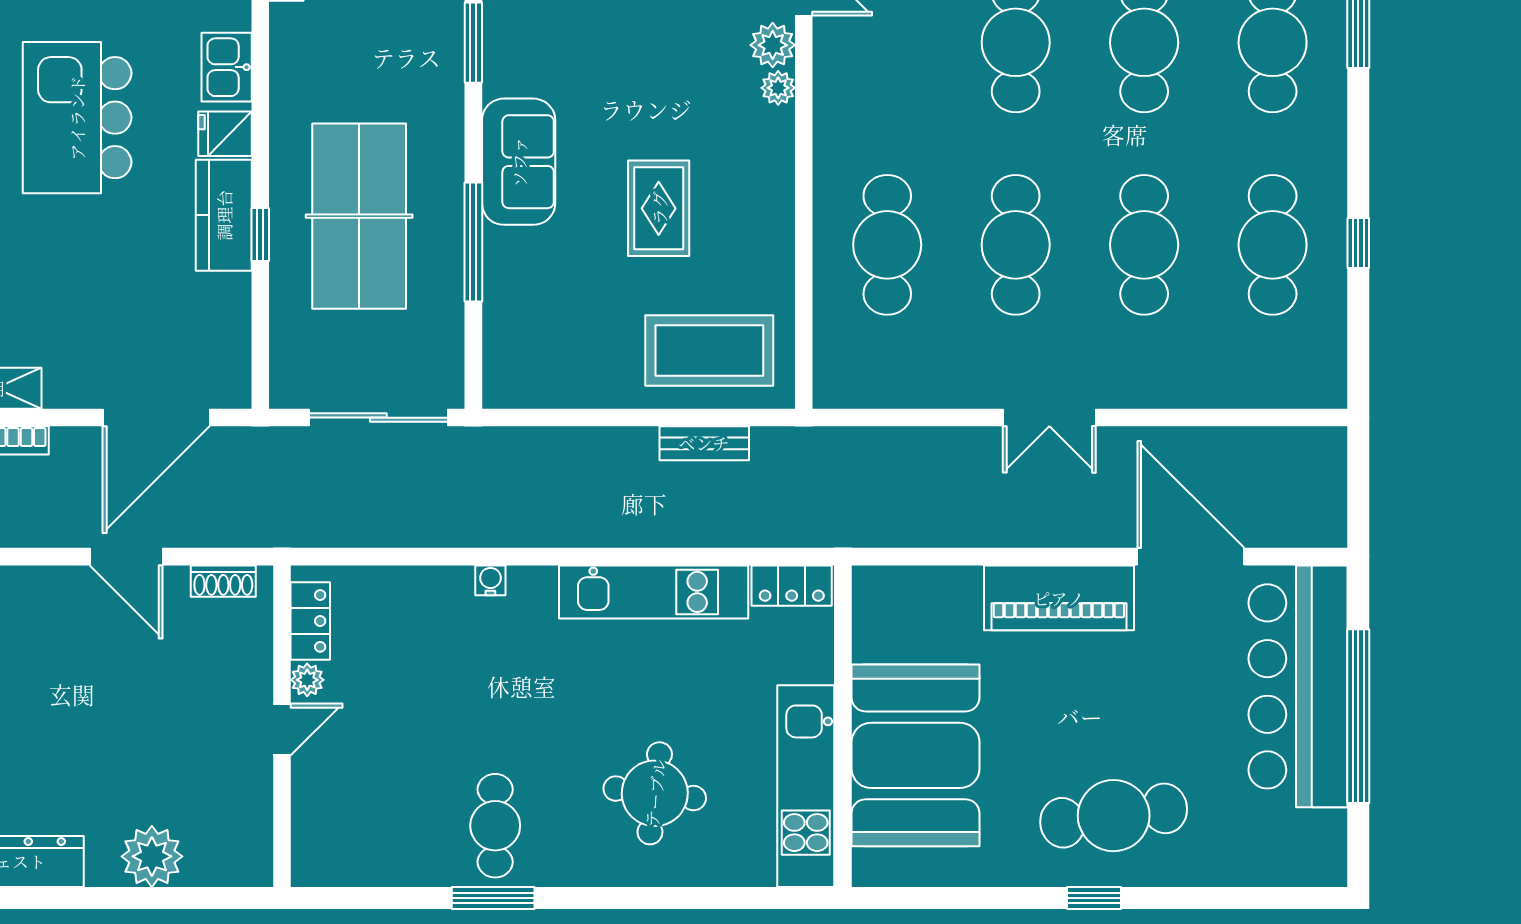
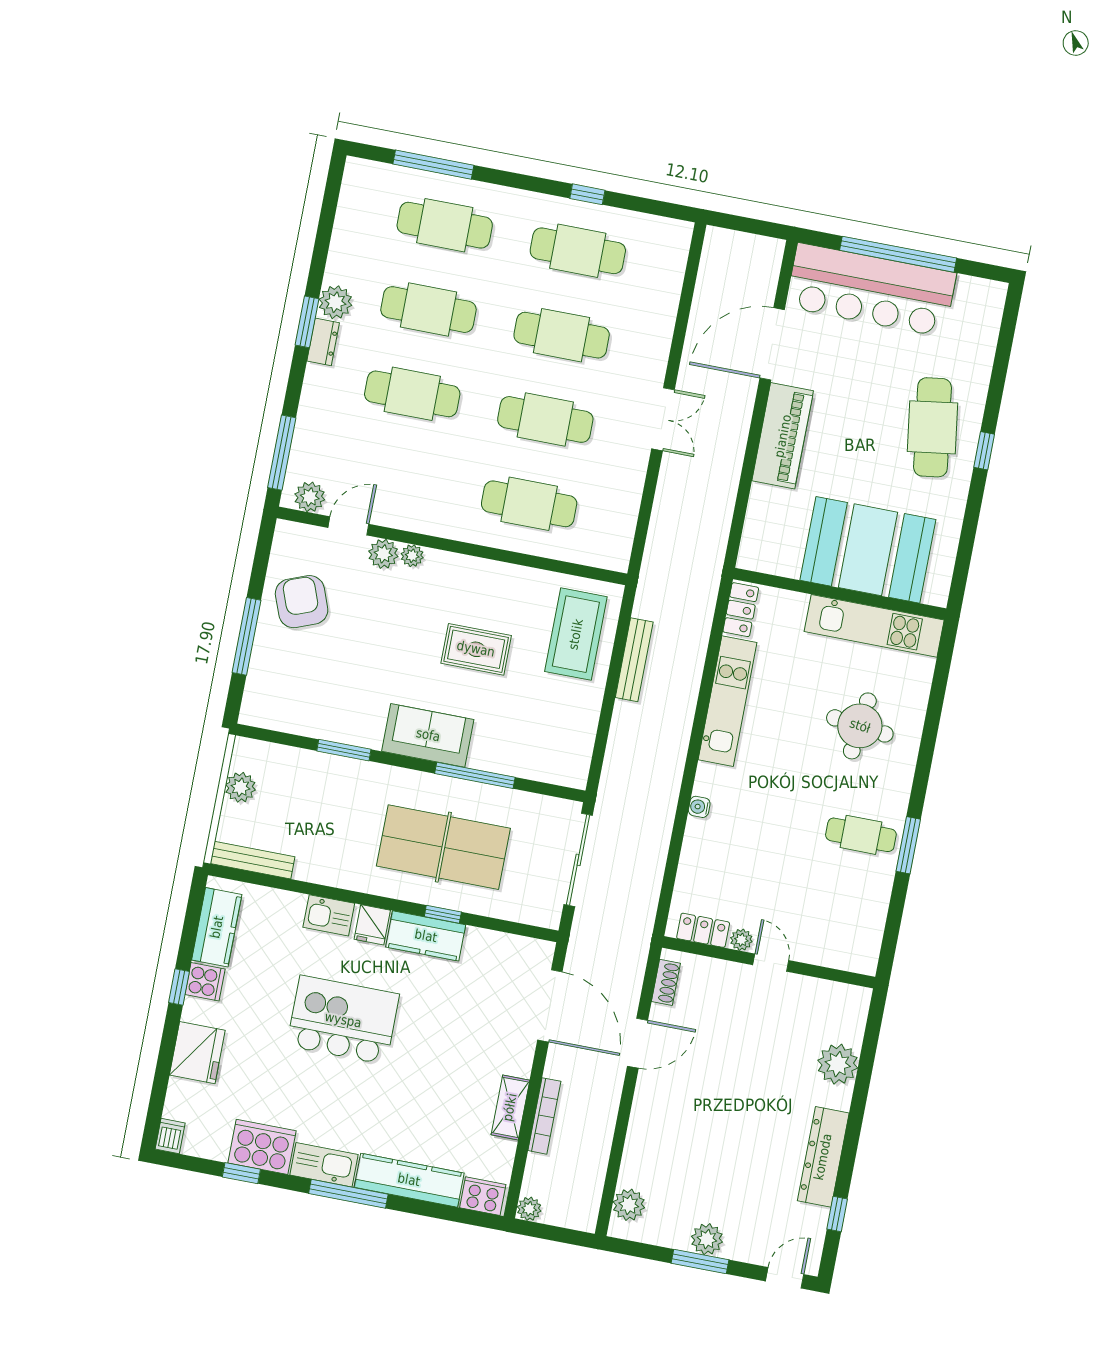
kitchen island: (77, 118) -> (343, 1020), turned 180
bench: (704, 443) -> (634, 660), width x1.36

